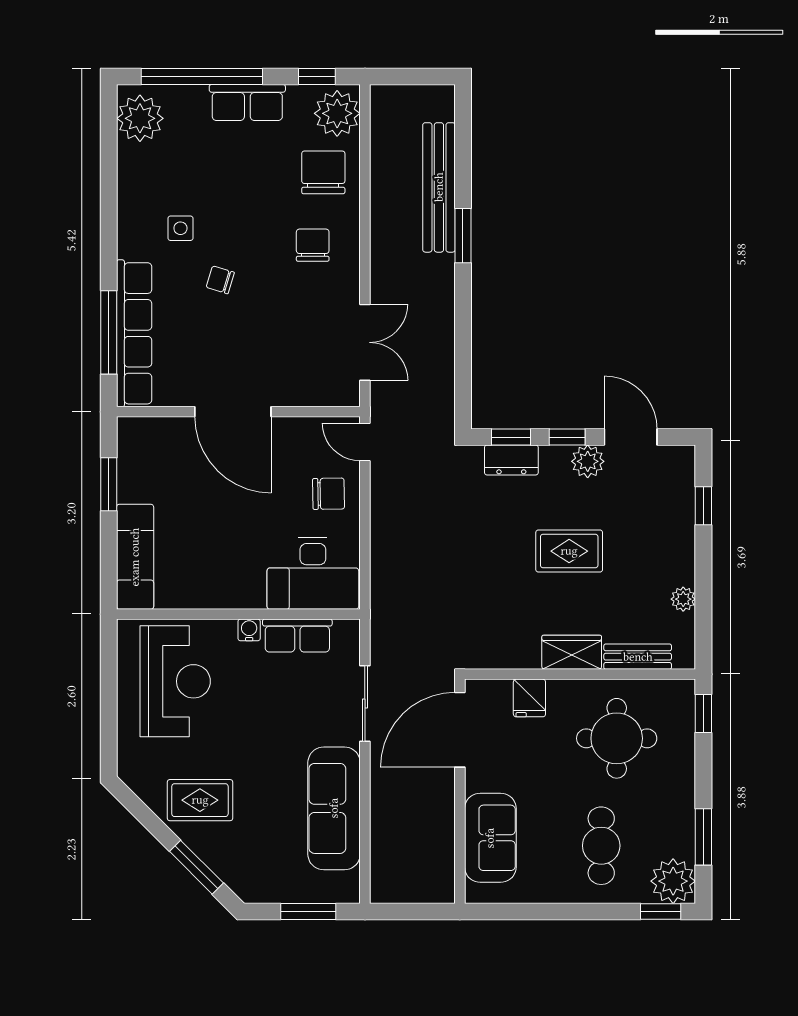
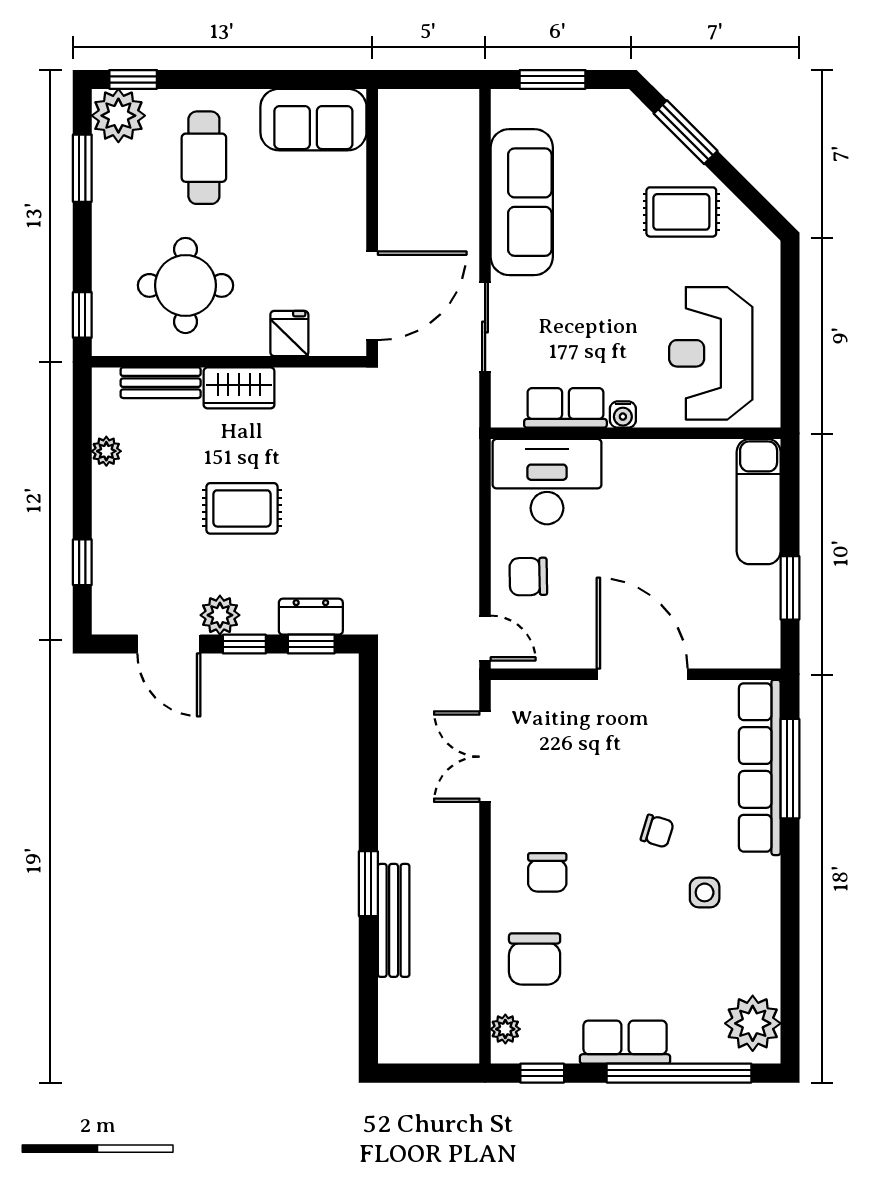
plant: (337, 113) -> (505, 1029), width x0.53, depth x0.53
bench: (439, 187) -> (394, 920), width x0.73, depth x0.82
sofa: (490, 838) -> (313, 120), moved, turned -90

